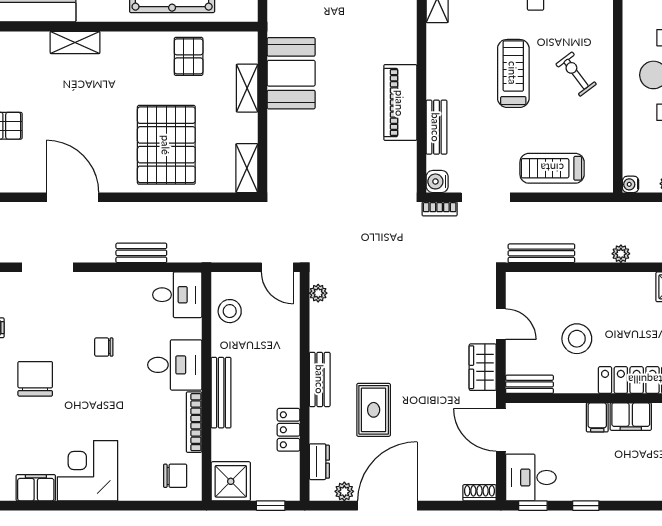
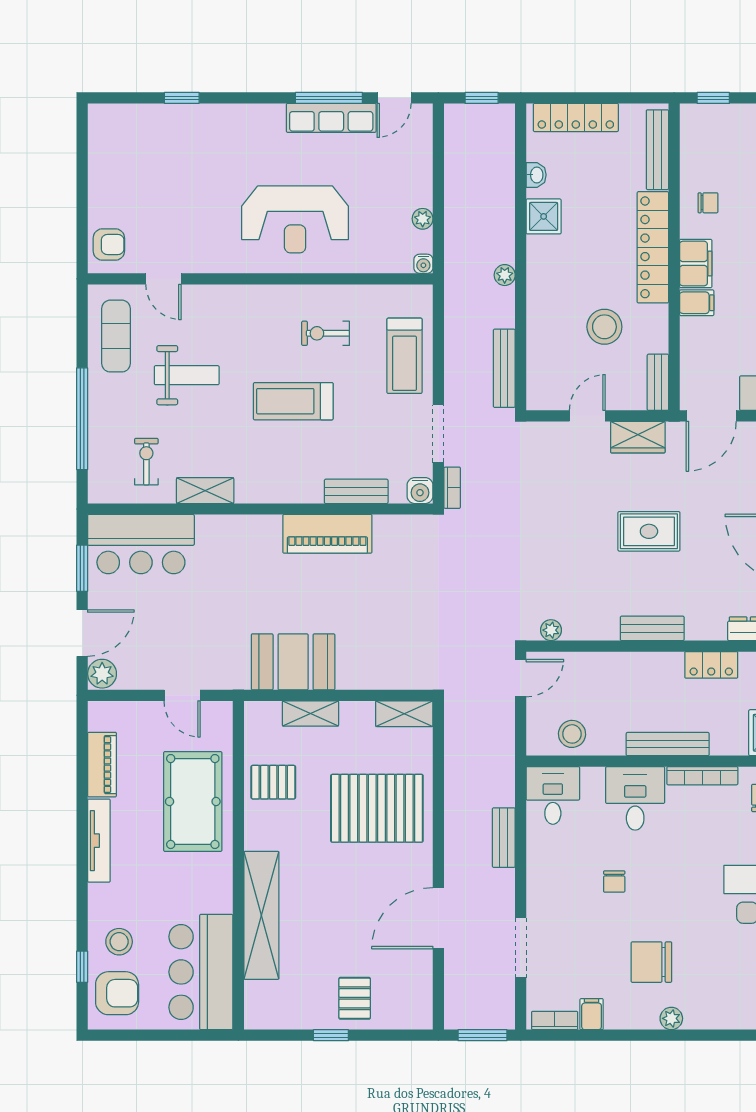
shelving: (75, 42) -> (261, 915), width x2.20, depth x1.33
exercise bike: (576, 74) -> (326, 333), moved, turned 37
rug: (374, 410) -> (649, 531), moved

